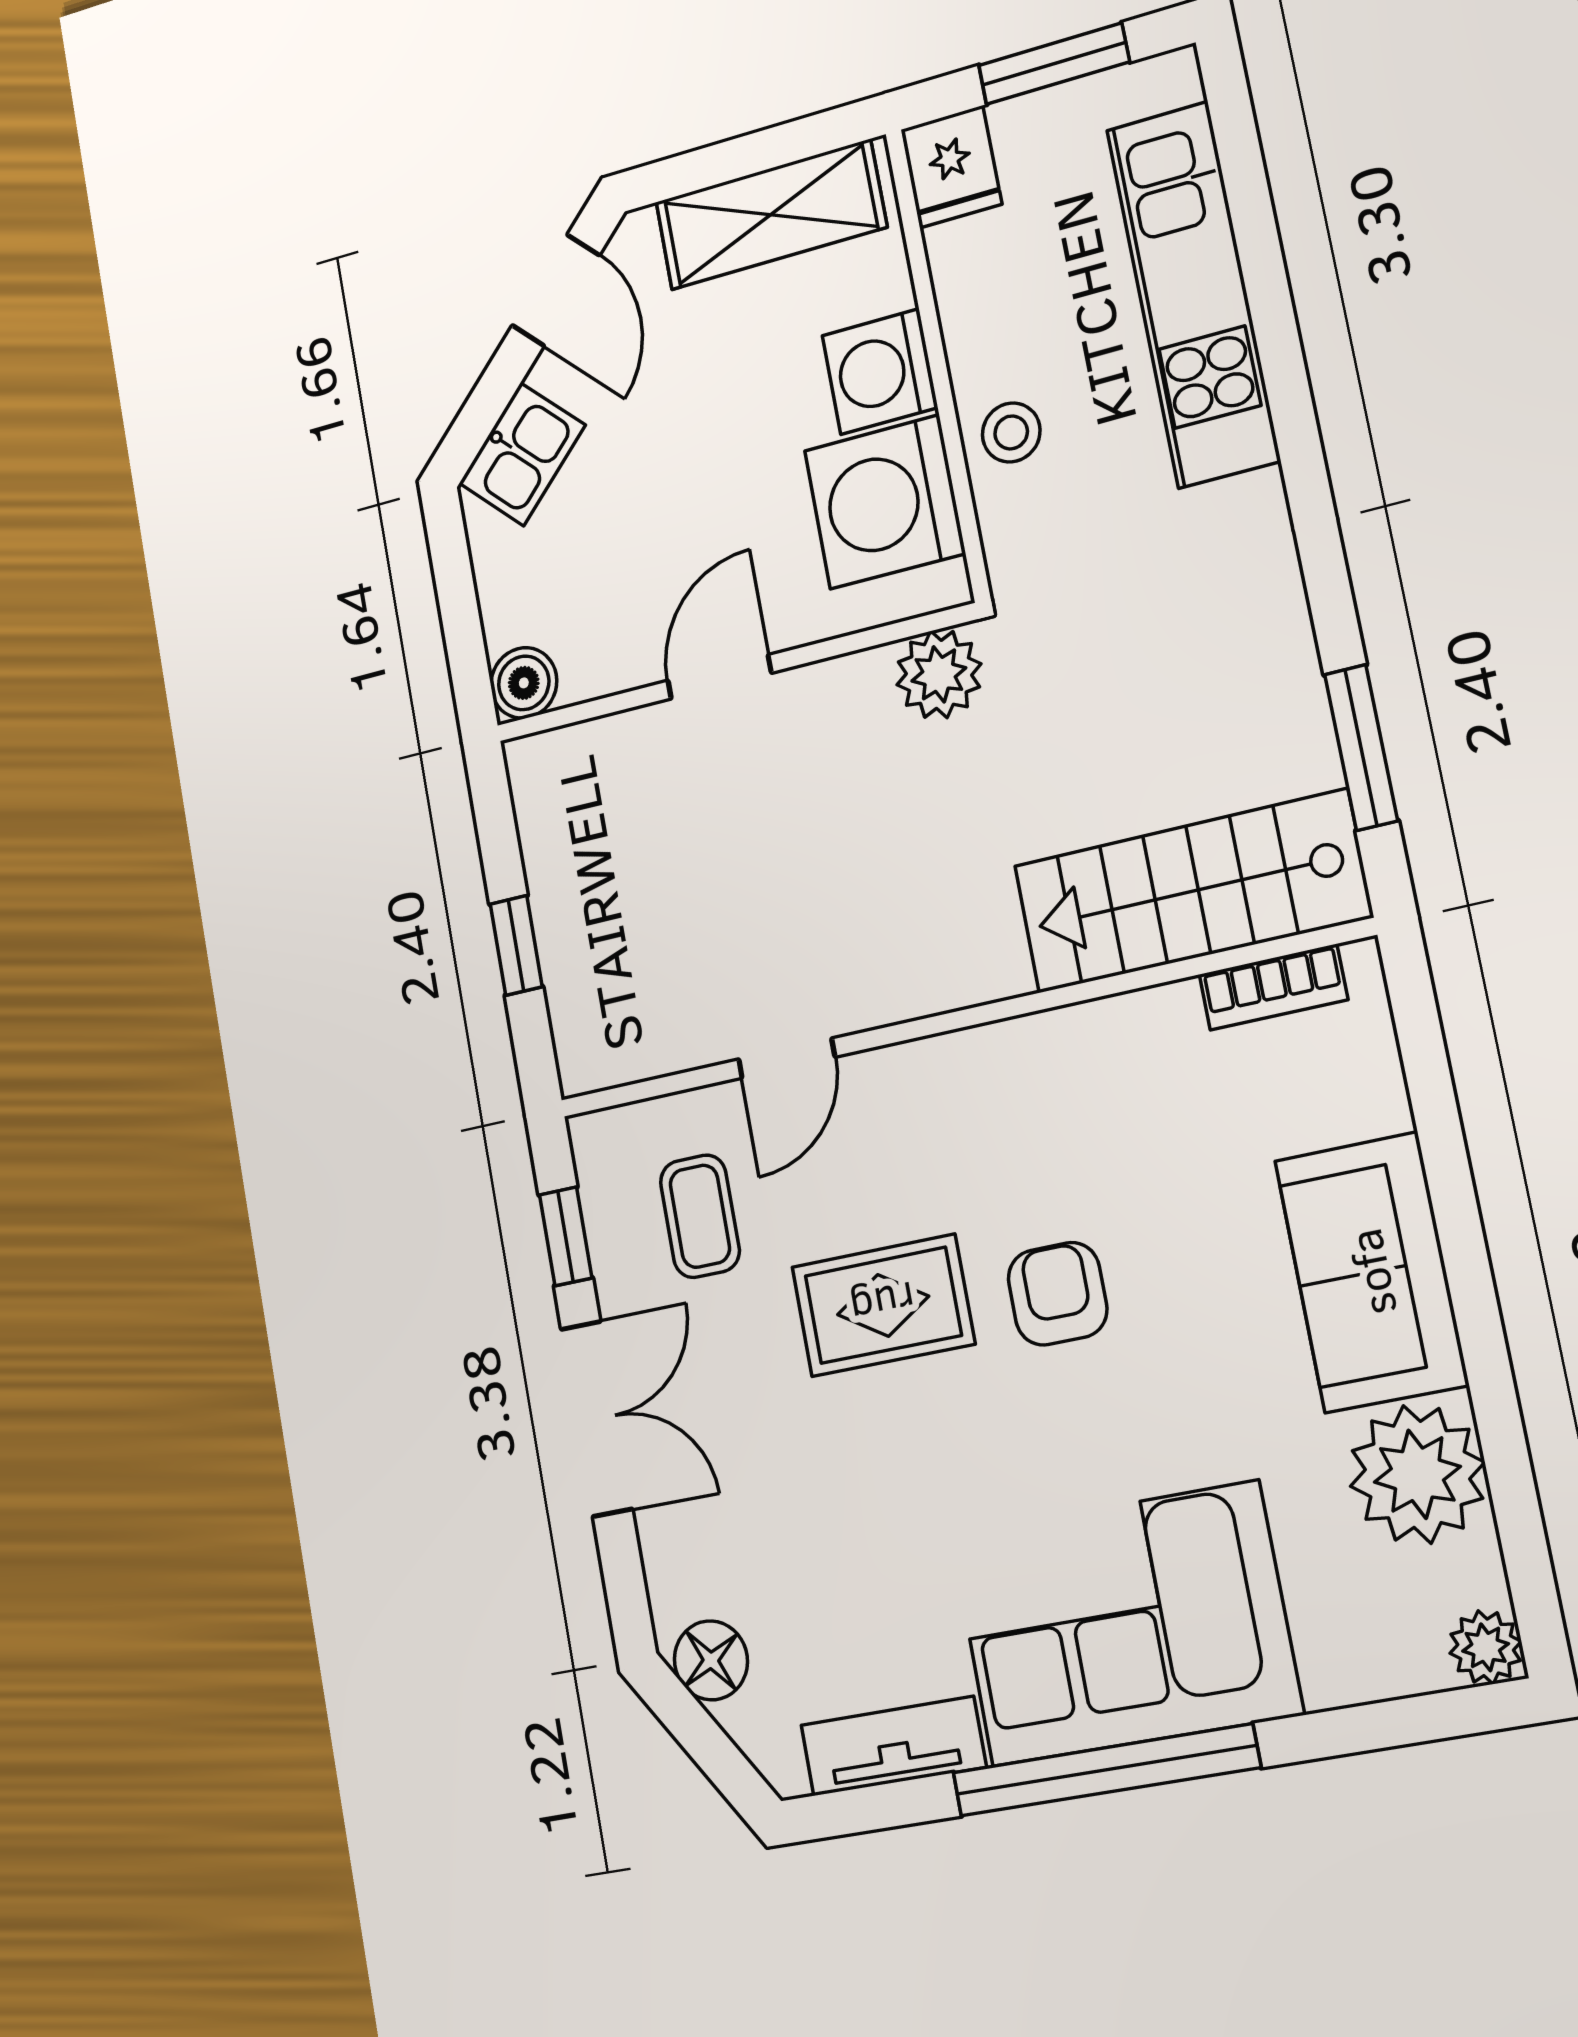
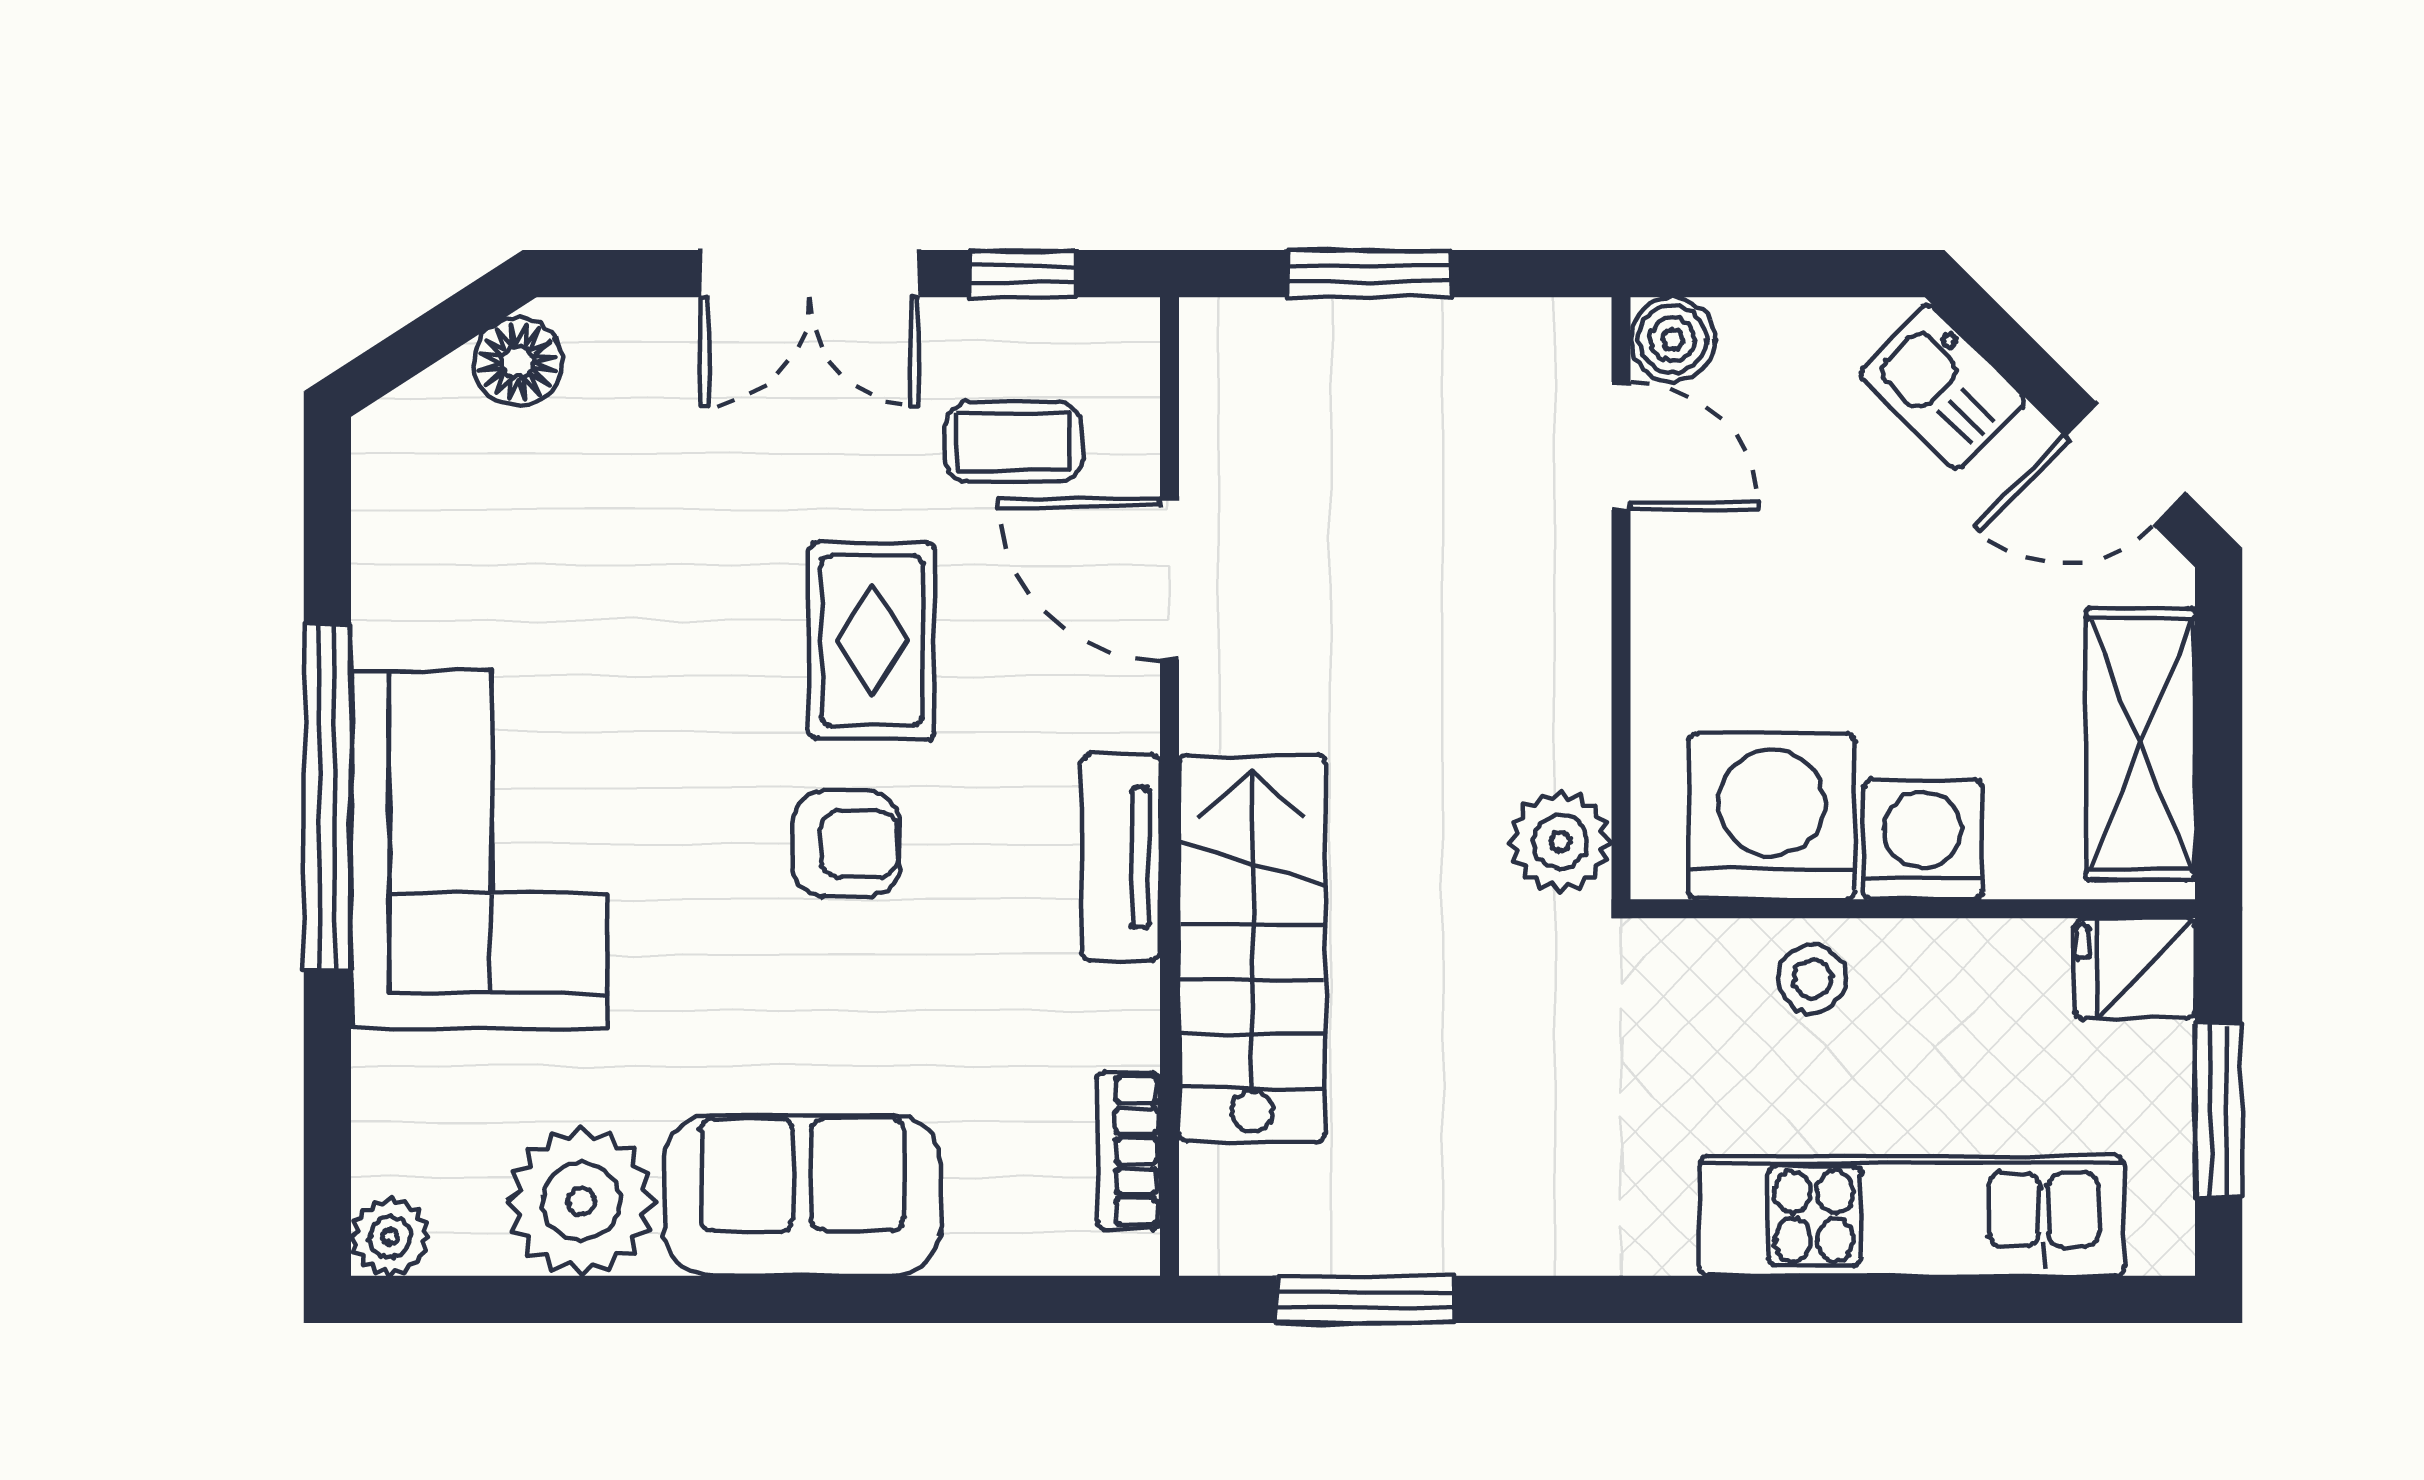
door: (720, 677) -> (1621, 446), moved
stairs: (1192, 892) -> (1252, 948), moved
window: (516, 945) -> (1369, 274), width x1.50
door: (787, 1058) -> (1169, 579), width x1.38
tv unit: (893, 1746) -> (1121, 857), moved, turned 180

